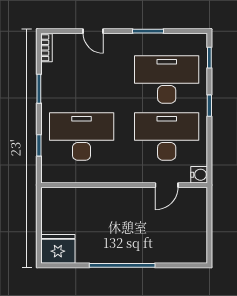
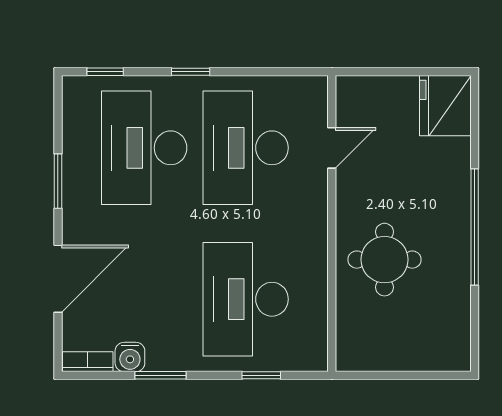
door: (93, 31) -> (58, 279), width x1.87
water cooler: (199, 175) -> (130, 357), moved, turned 180
door: (167, 185) -> (332, 148), hinge flipped
round table: (104, 215) -> (385, 260), added
fridge: (58, 249) -> (445, 106), moved

